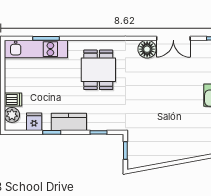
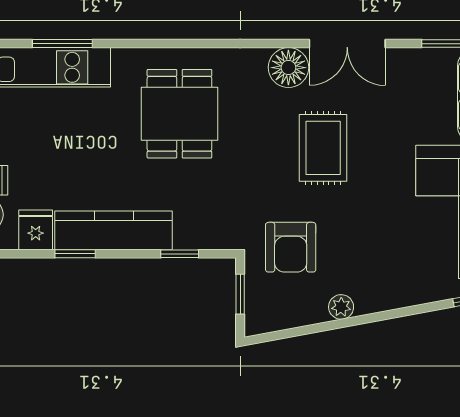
rug: (162, 85) -> (323, 148), added
kitchen counter: (69, 122) -> (114, 230), width x1.50
armchair: (148, 129) -> (291, 247), added
plant: (171, 156) -> (341, 307), added

